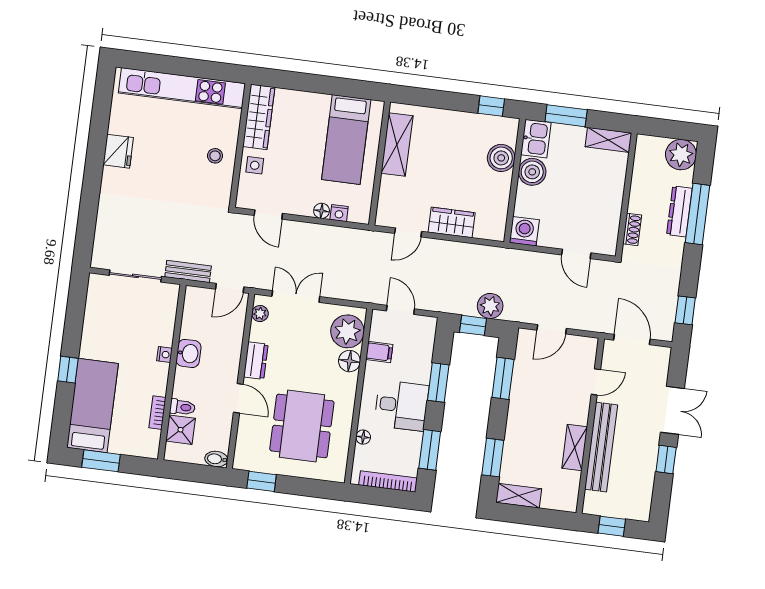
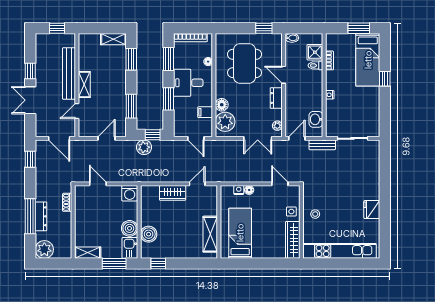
washbasin: (189, 353) -> (316, 119), moved
shelving: (575, 448) -> (84, 85), moved

